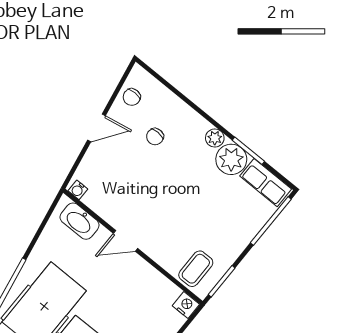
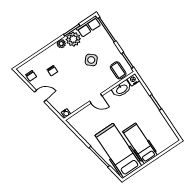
door: (97, 128) -> (40, 96), hinge flipped
side table: (200, 208) -> (91, 60), added
washbasin: (80, 221) -> (122, 89), moved
door: (126, 241) -> (96, 98), hinge flipped

